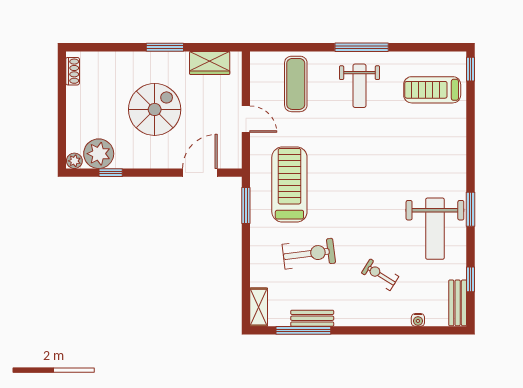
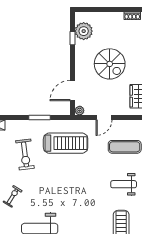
plant: (74, 161) -> (80, 111), moved
door: (200, 173) -> (73, 90), swing flipped
window: (246, 205) -> (40, 118), moved

